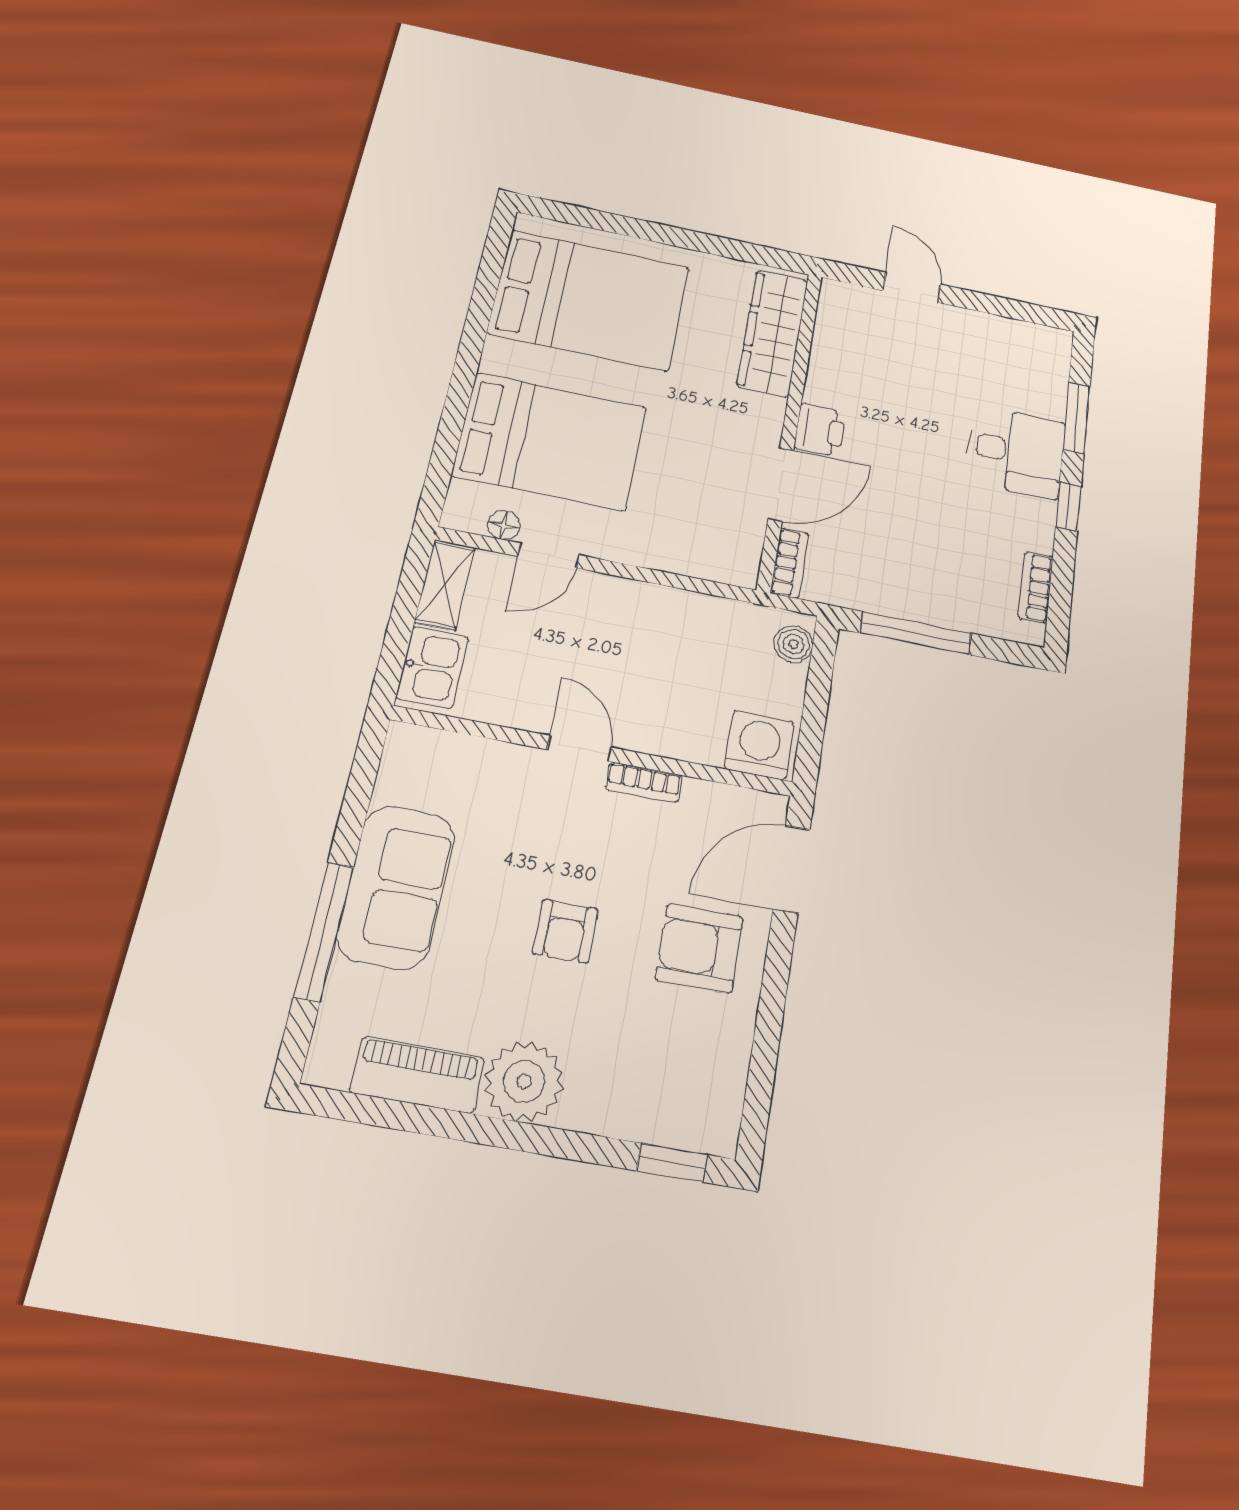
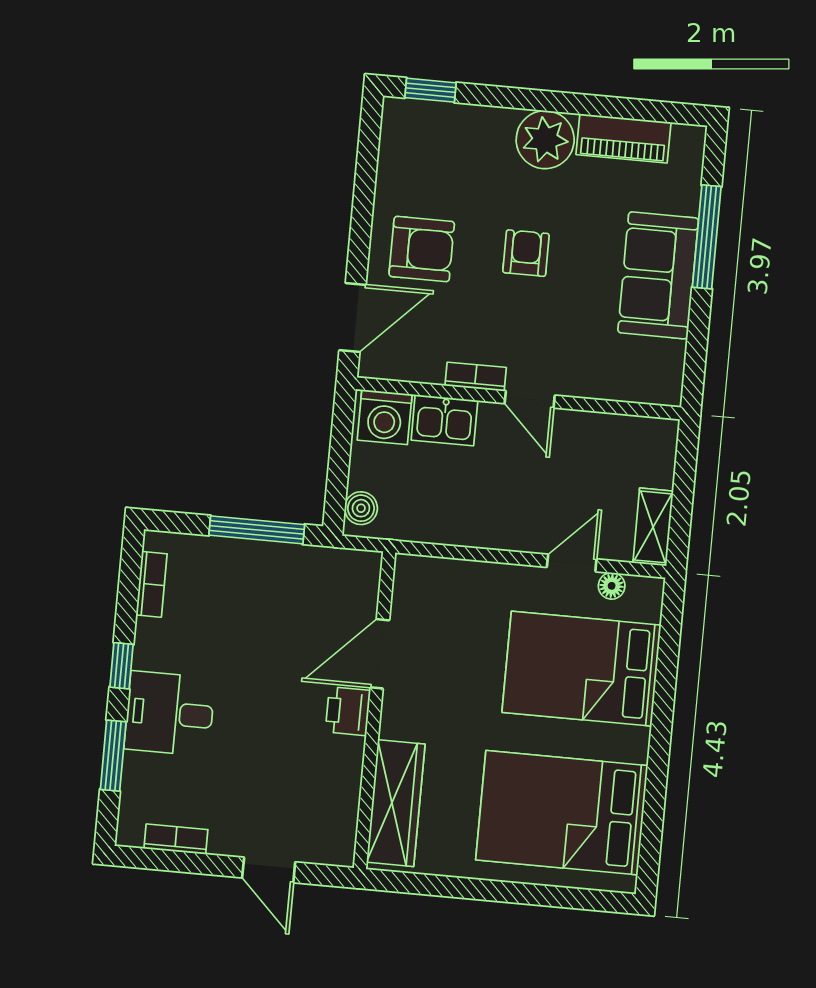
bookcase: (790, 563) -> (176, 839), moved, turned 90
kitchen sink: (432, 667) -> (444, 420), moved, turned -90

